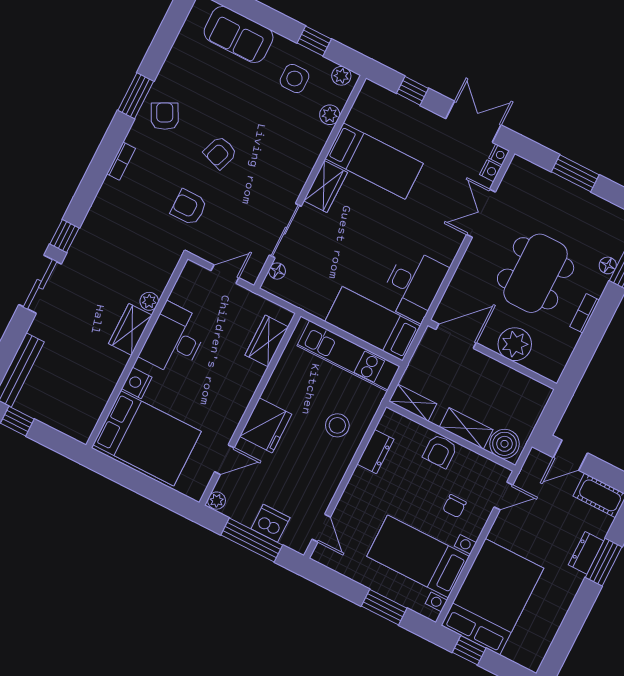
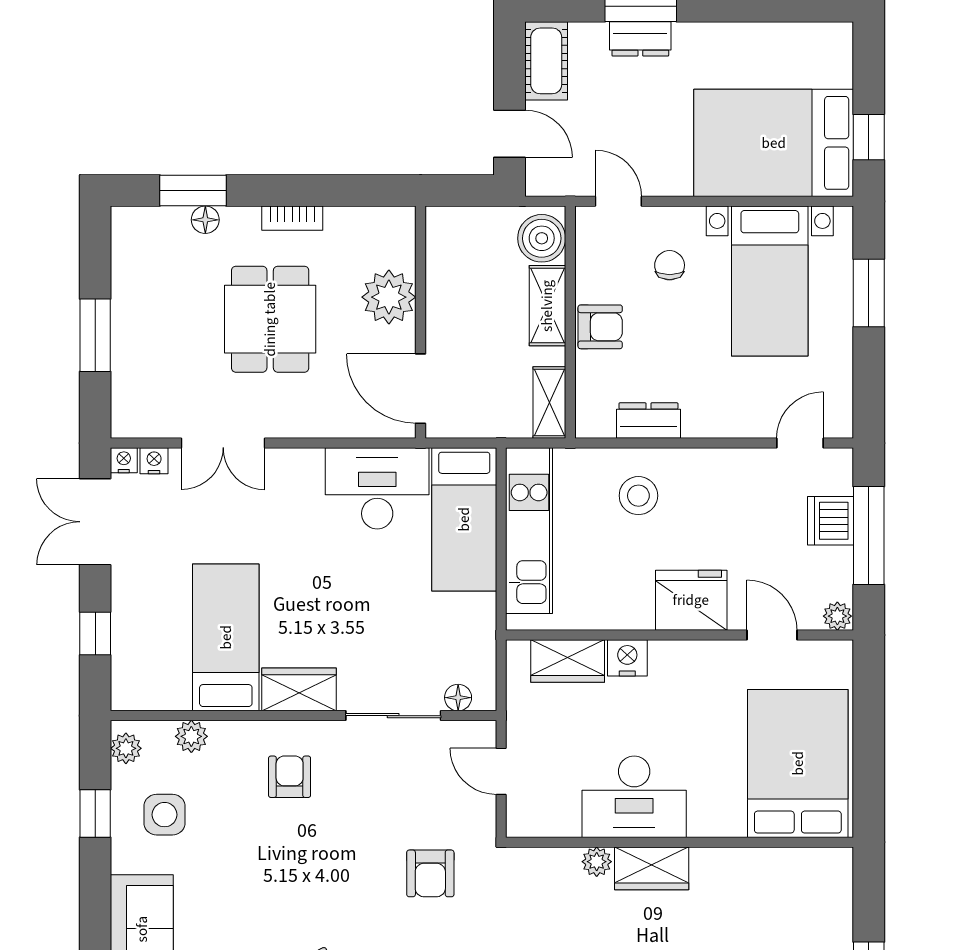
armchair: (220, 153) -> (290, 777), moved, turned -109
dining table: (536, 273) -> (270, 319), width x0.73
nightstand: (137, 383) -> (627, 658), moved, turned 180
chair: (454, 506) -> (670, 265), turned -90

